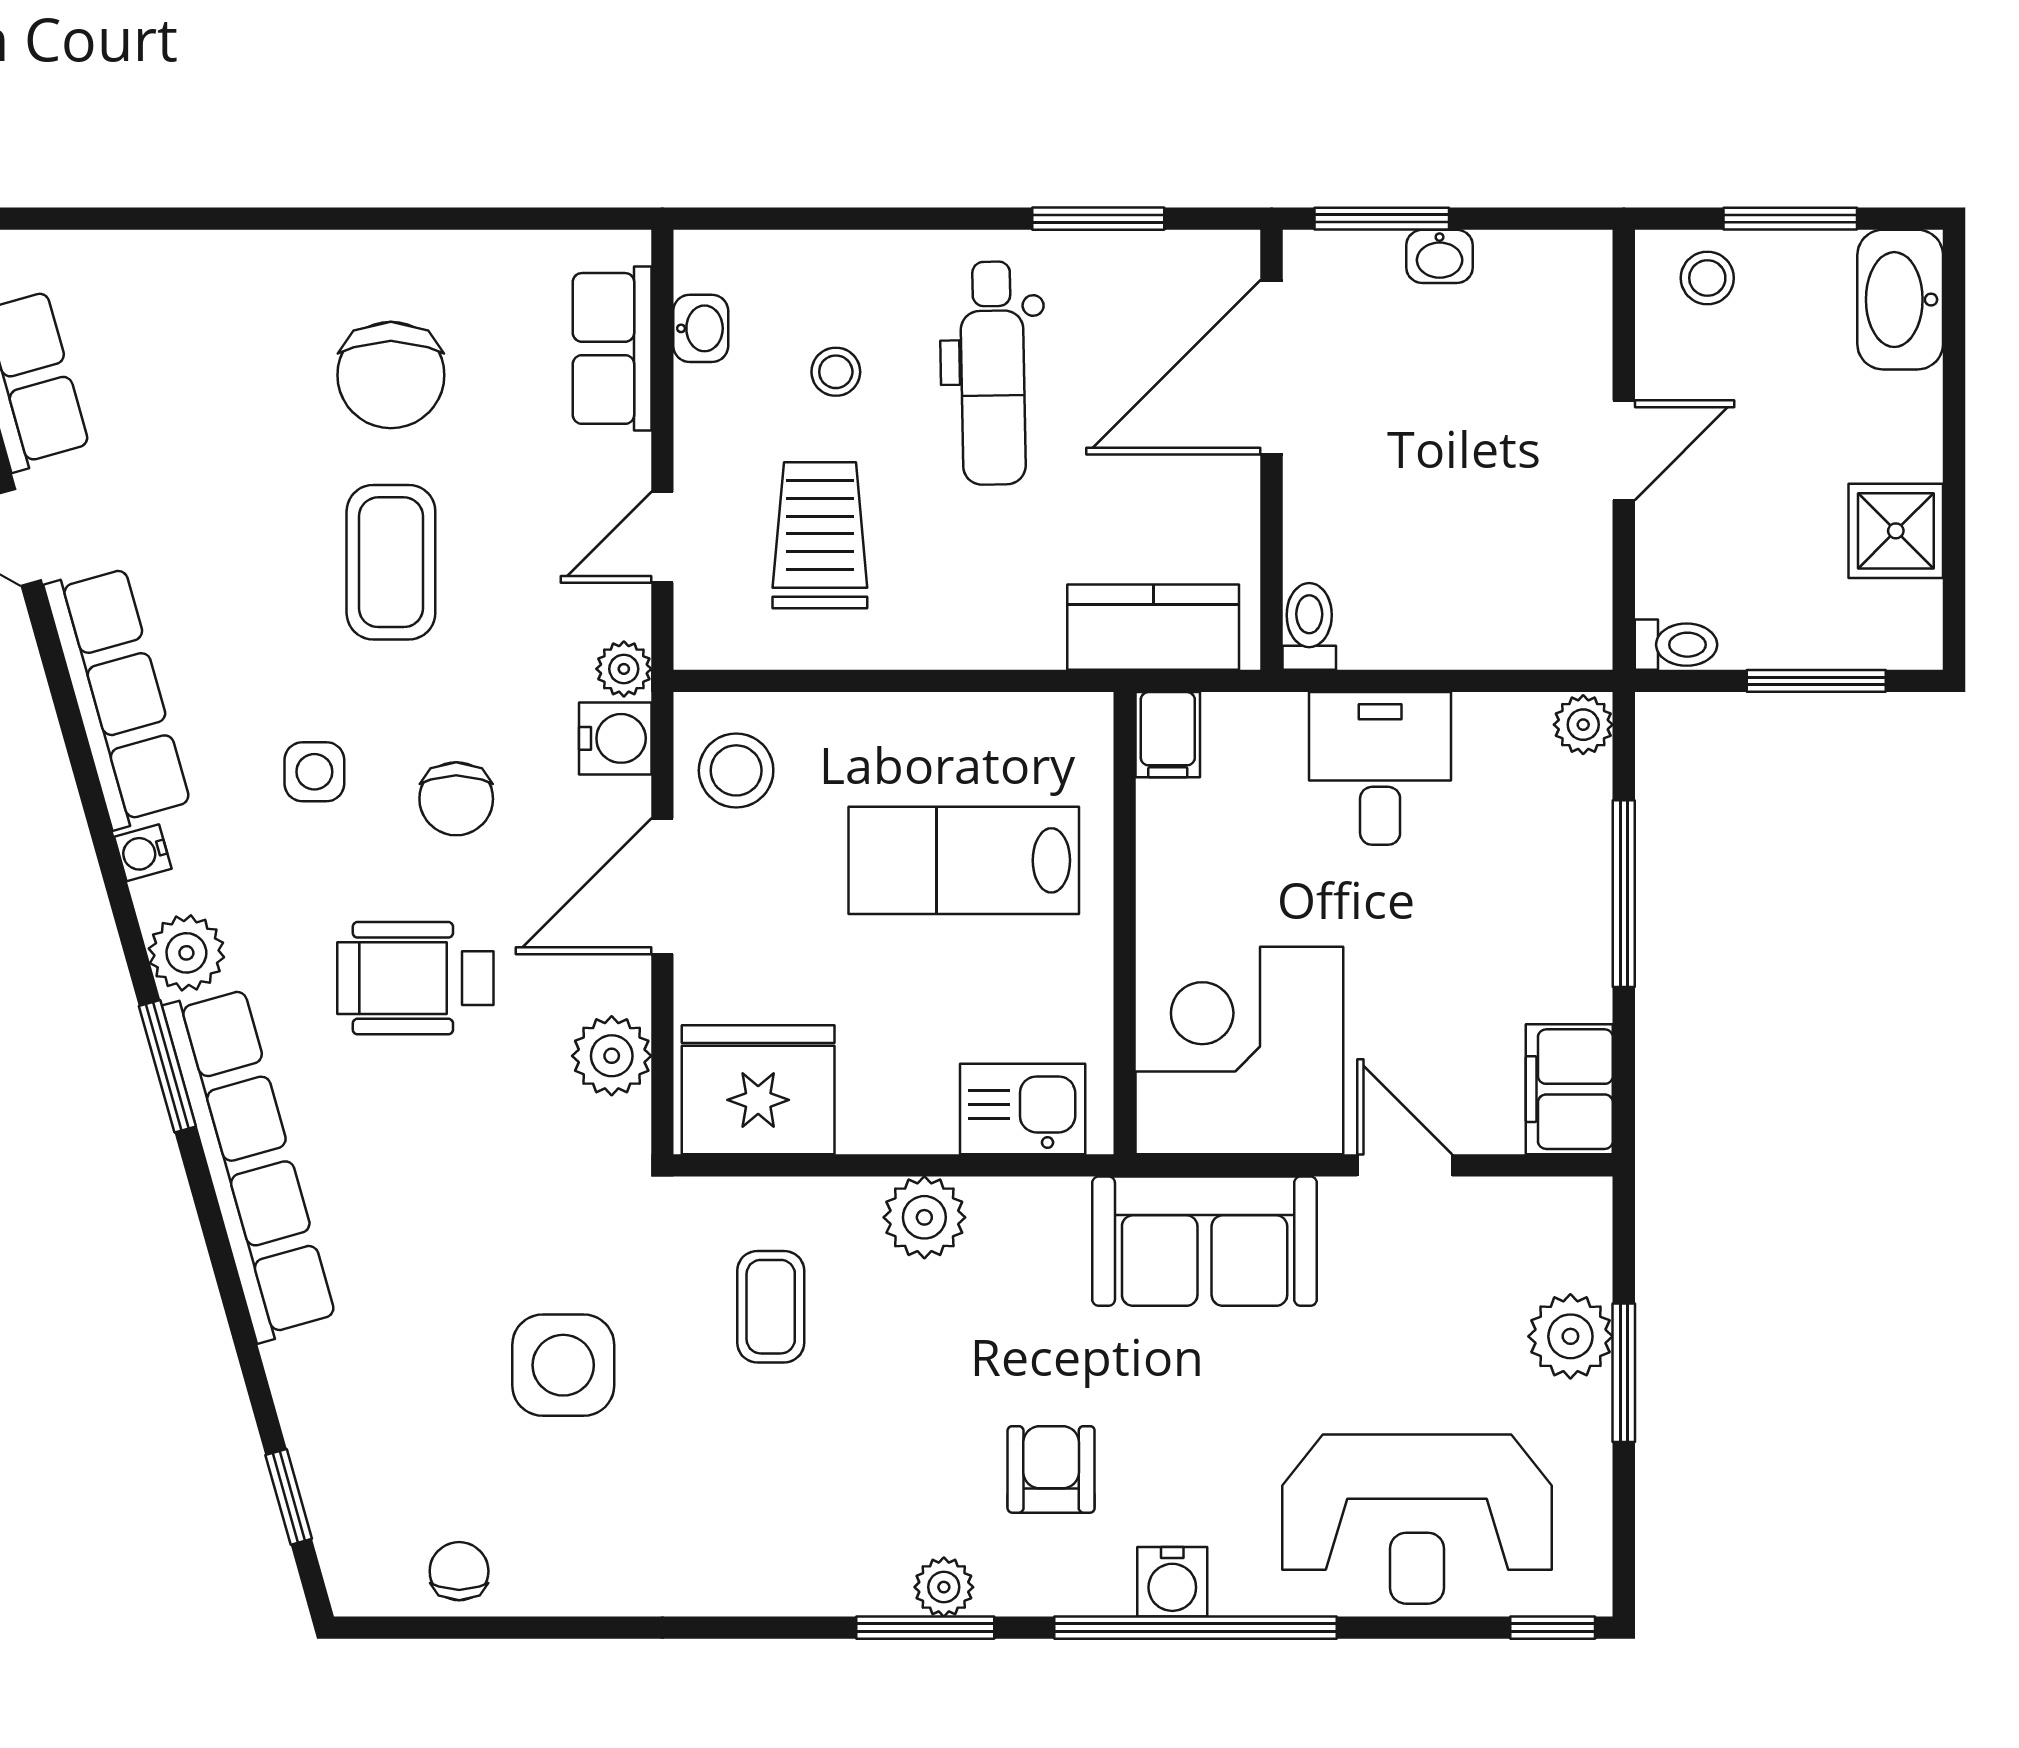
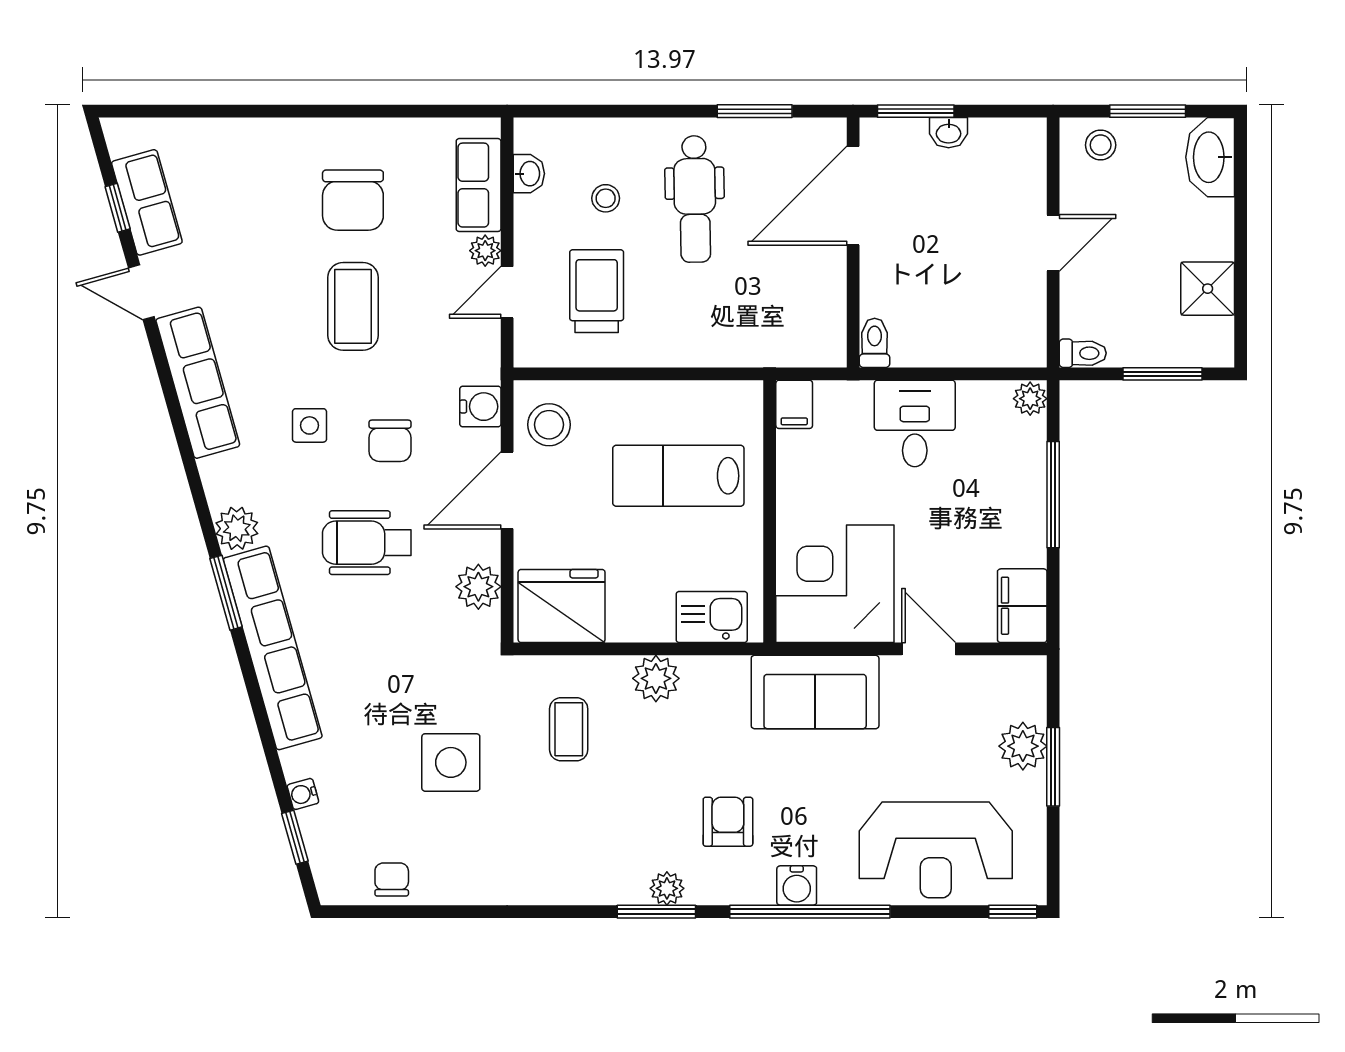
kitchen counter: (1153, 627) -> (786, 343), removed
plant: (624, 669) -> (485, 251), moved
water cooler: (143, 853) -> (303, 794), moved

